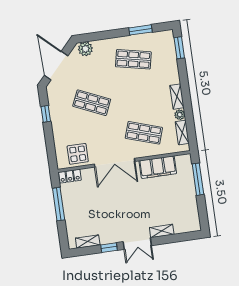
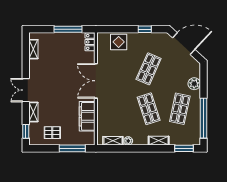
window: (140, 30) -> (203, 118), width x2.11
plant: (85, 49) -> (194, 84), moved
shelving: (177, 97) -> (159, 141), moved
shop shelf: (144, 133) -> (149, 109), moved, turned -36
display table: (78, 154) -> (119, 42), moved
pallet: (183, 205) -> (52, 133), added
window: (109, 248) -> (26, 131), moved

